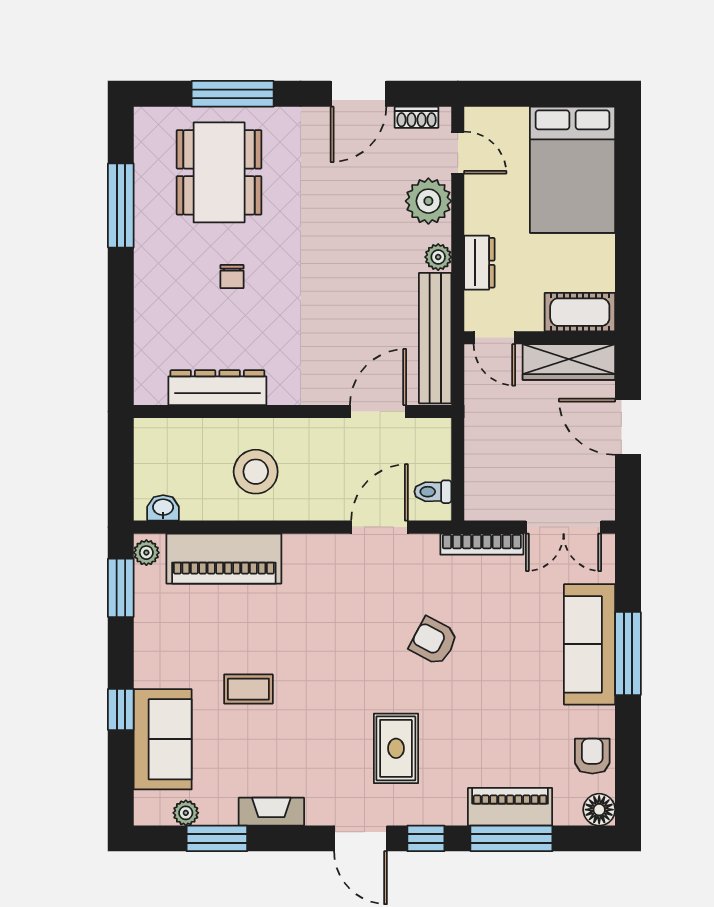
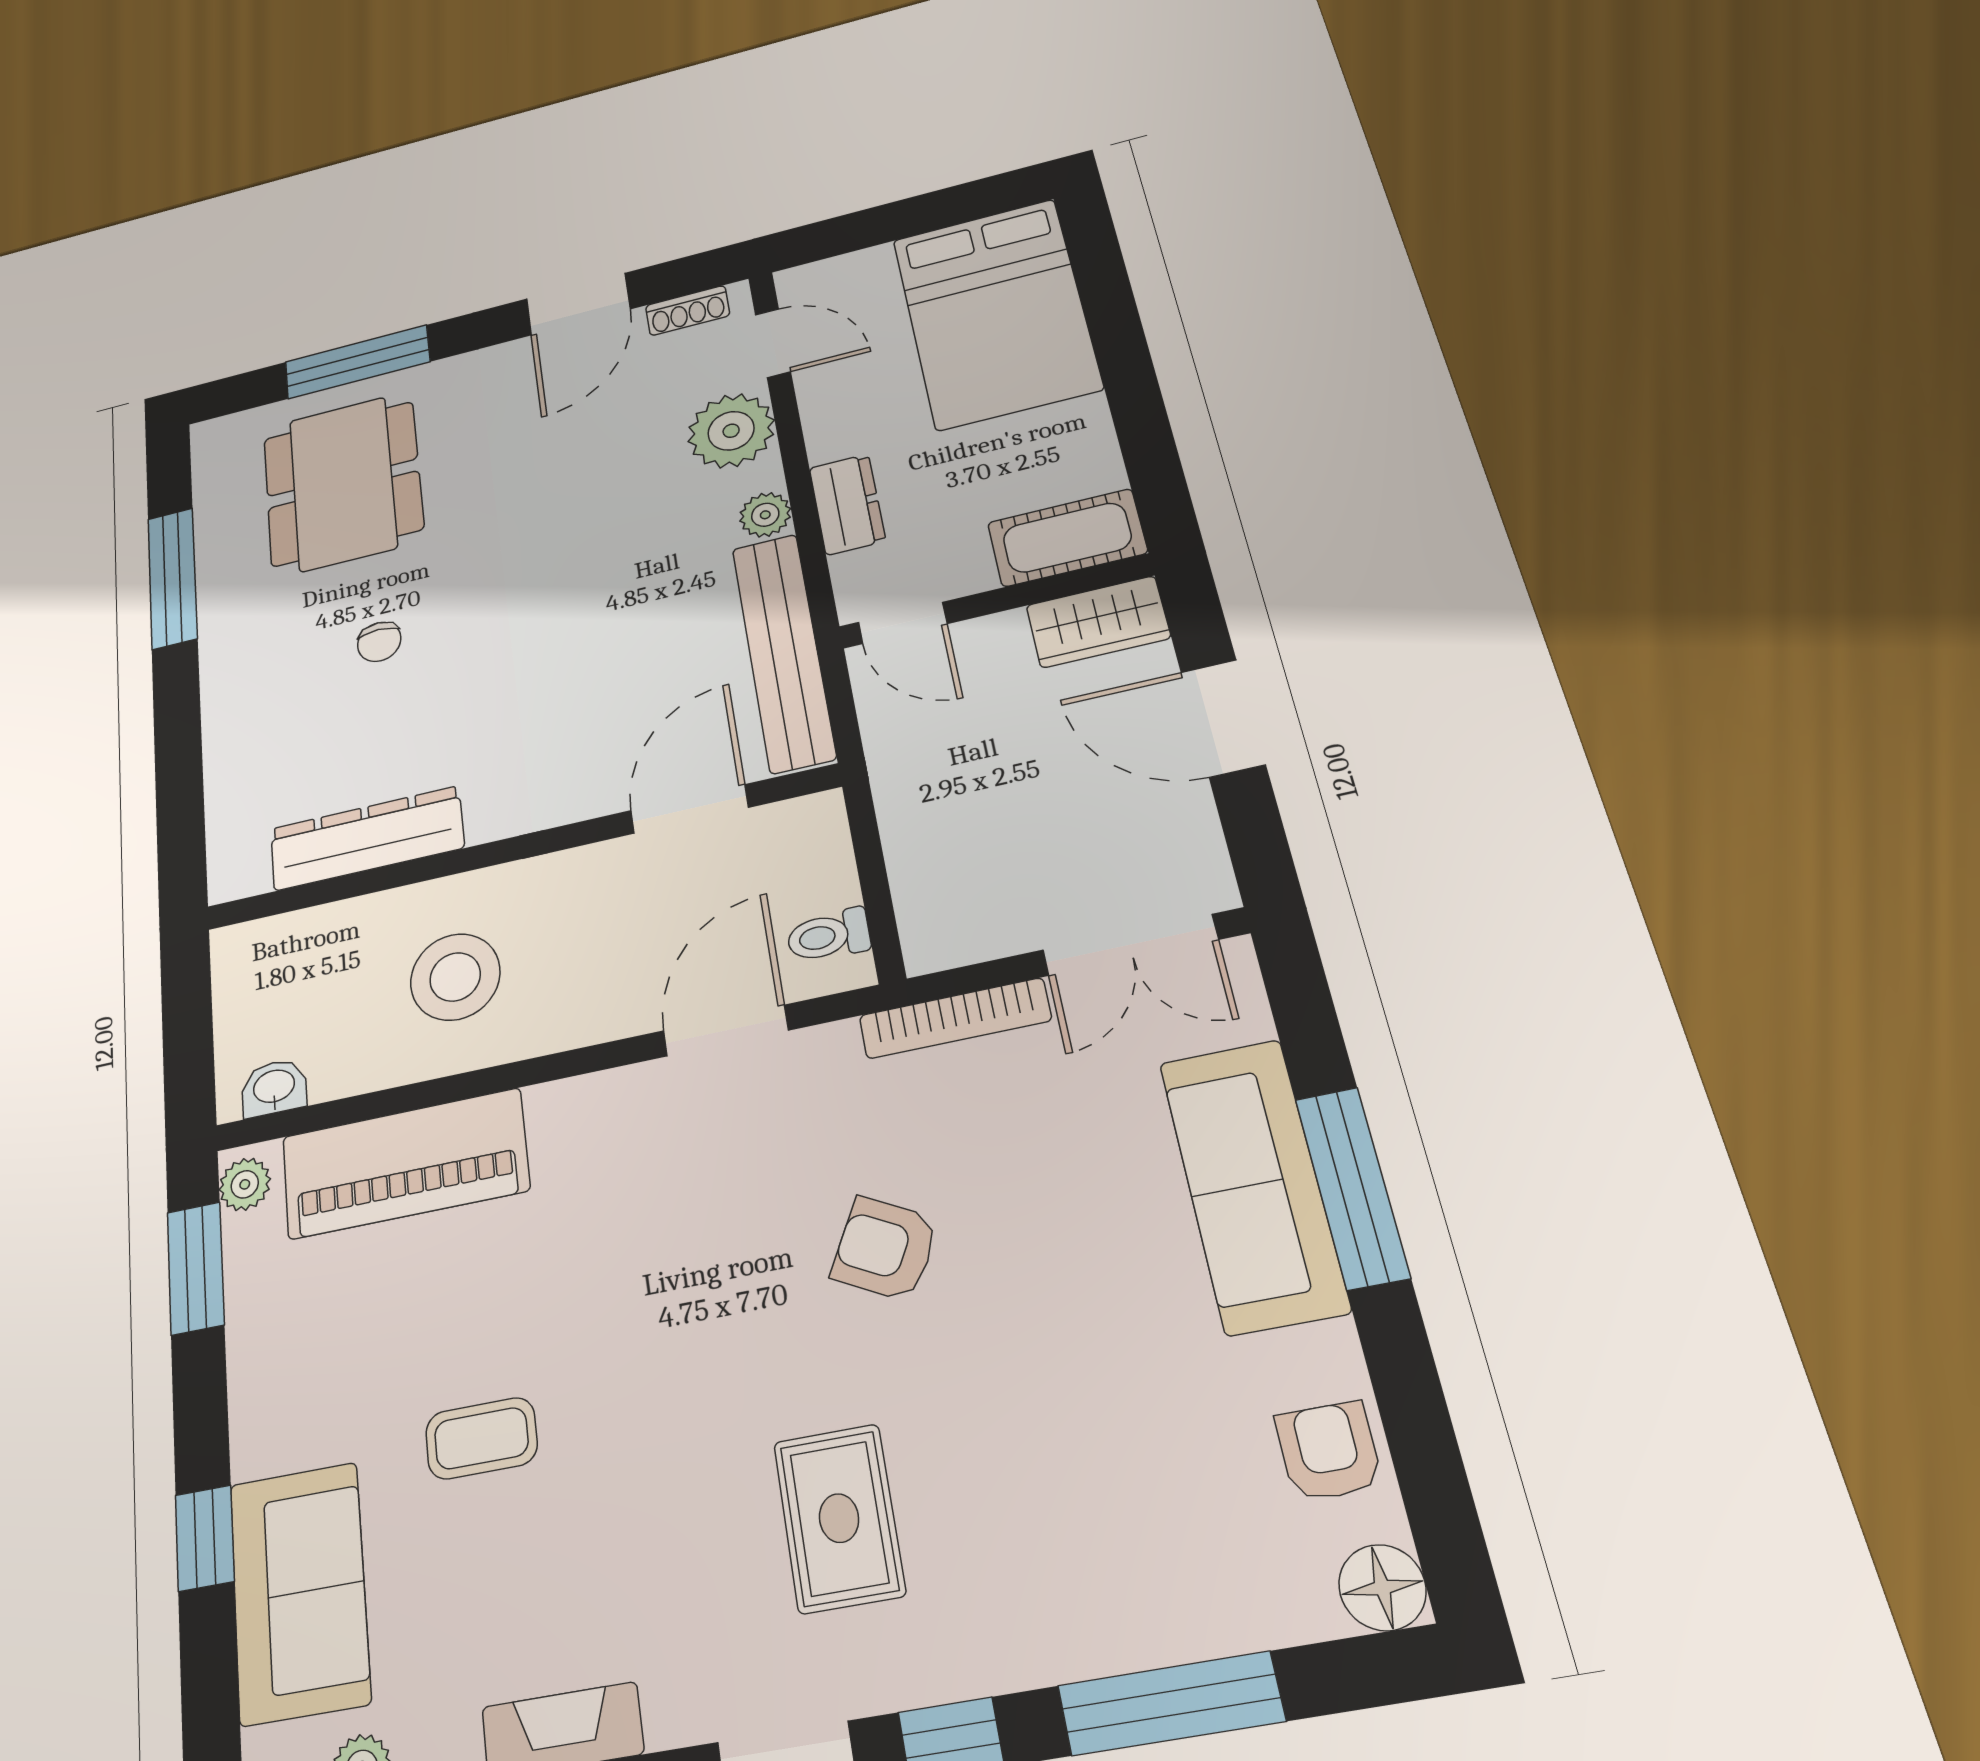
wardrobe: (569, 362) -> (1098, 622), width x0.67
piano: (510, 807) -> (1149, 1619), removed

